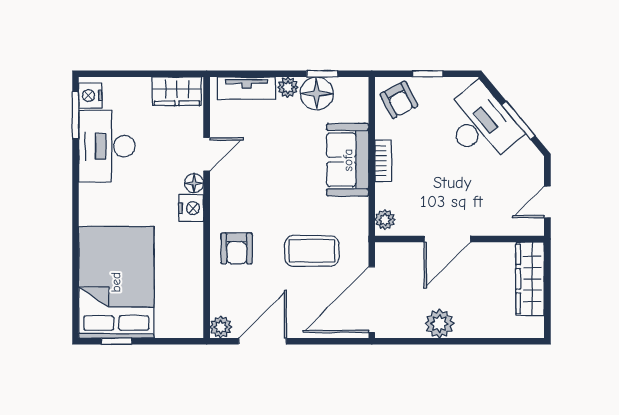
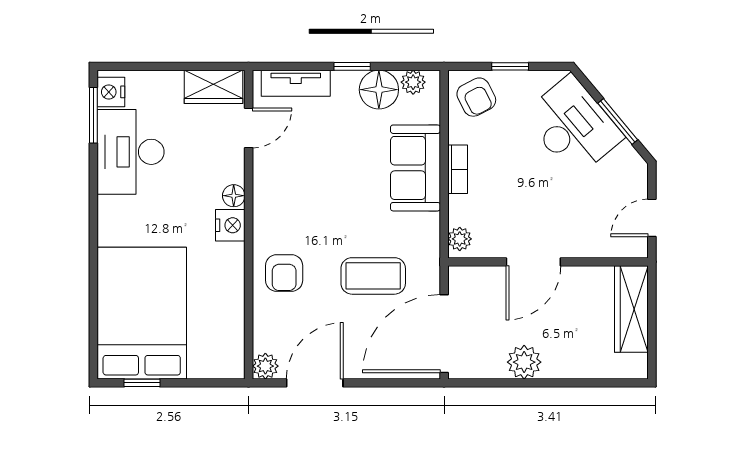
window: (322, 74) -> (352, 66), moved
plant: (288, 87) -> (413, 82), moved
door: (207, 154) -> (249, 128), moved

